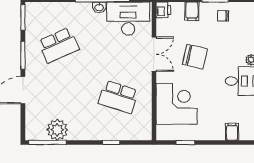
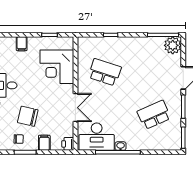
double door: (154, 54) -> (75, 108), swing flipped
chair: (195, 57) -> (28, 116), moved
plant: (57, 130) -> (173, 45), moved
filing cabinet: (232, 132) -> (22, 44), moved

